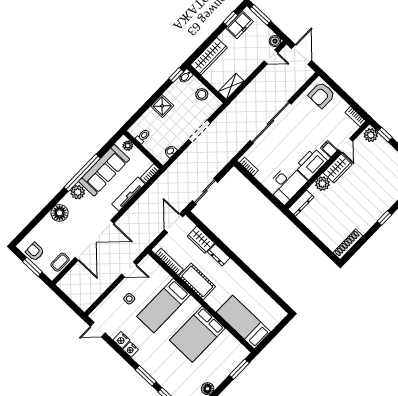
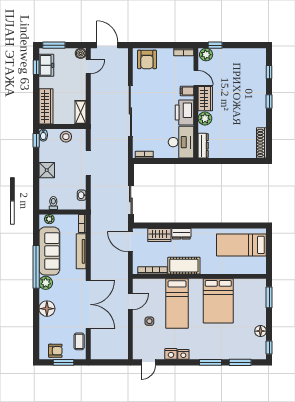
armchair: (35, 252) -> (55, 351), turned 180
bed: (243, 322) -> (241, 245), moved

